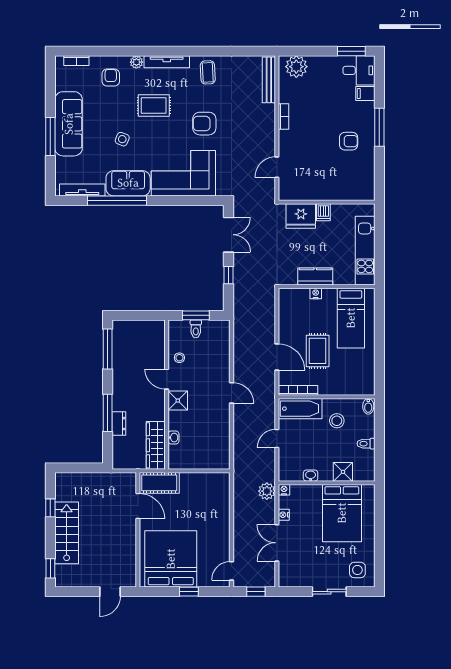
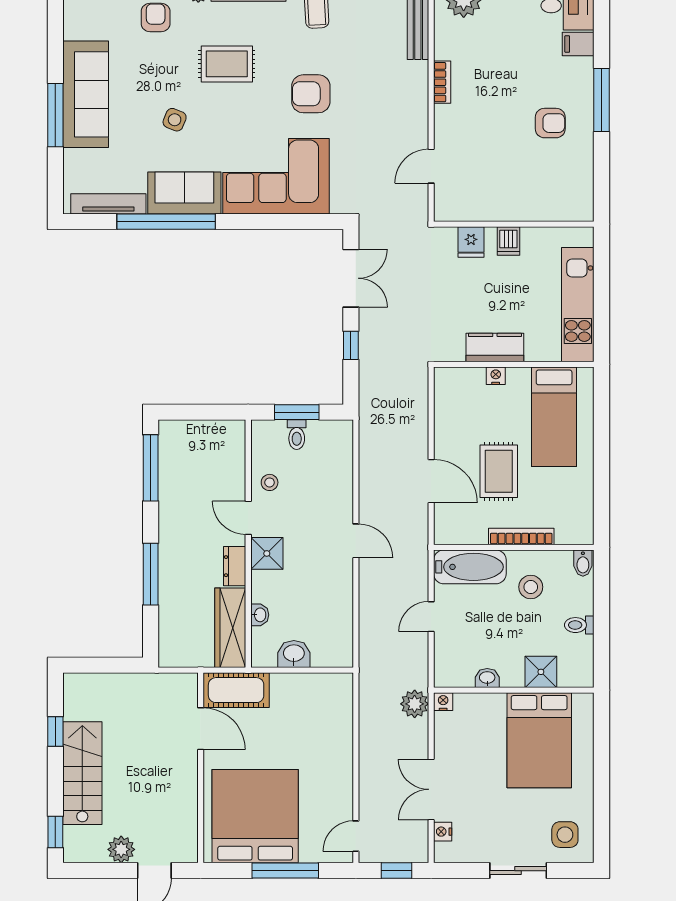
fridge: (301, 216) -> (471, 242), width x0.53, depth x0.75
bookcase: (298, 390) -> (521, 536), moved
dresser: (119, 424) -> (235, 566), moved, turned 180
washbasin: (194, 461) -> (294, 654), added
nightstand: (284, 515) -> (443, 832), moved
plant: (90, 579) -> (121, 849), added
window: (189, 592) -> (285, 871), width x2.17

